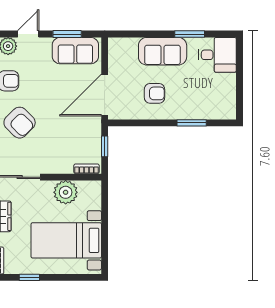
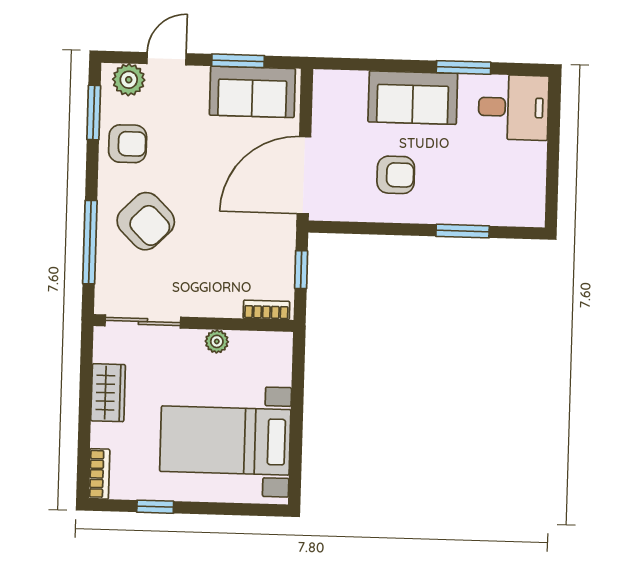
plant: (66, 192) -> (217, 341), width x0.53, depth x0.53

